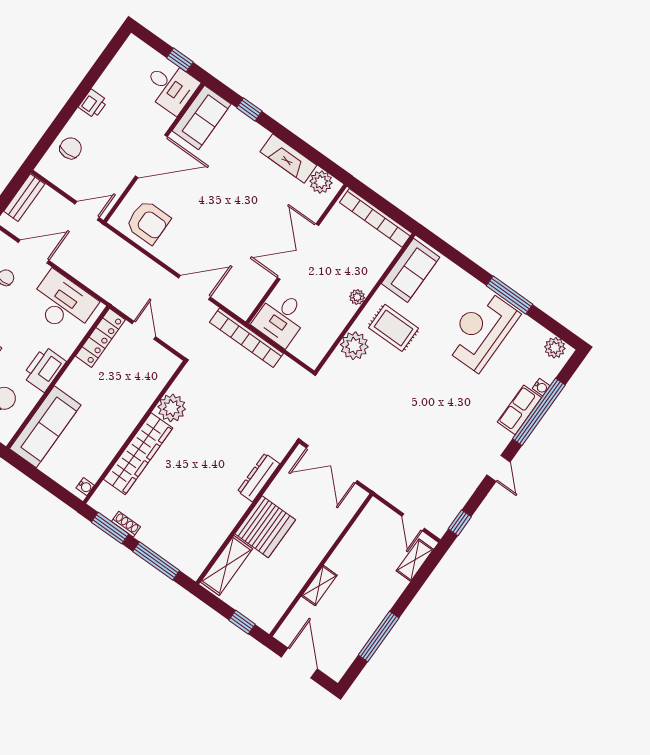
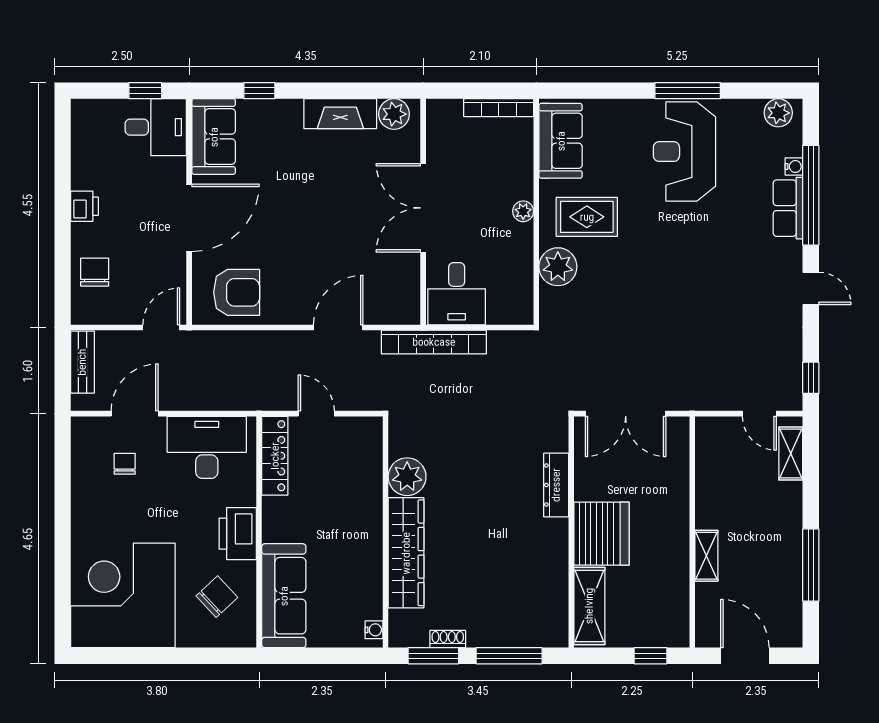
bookcase: (376, 218) -> (499, 108), width x0.68, depth x0.76

